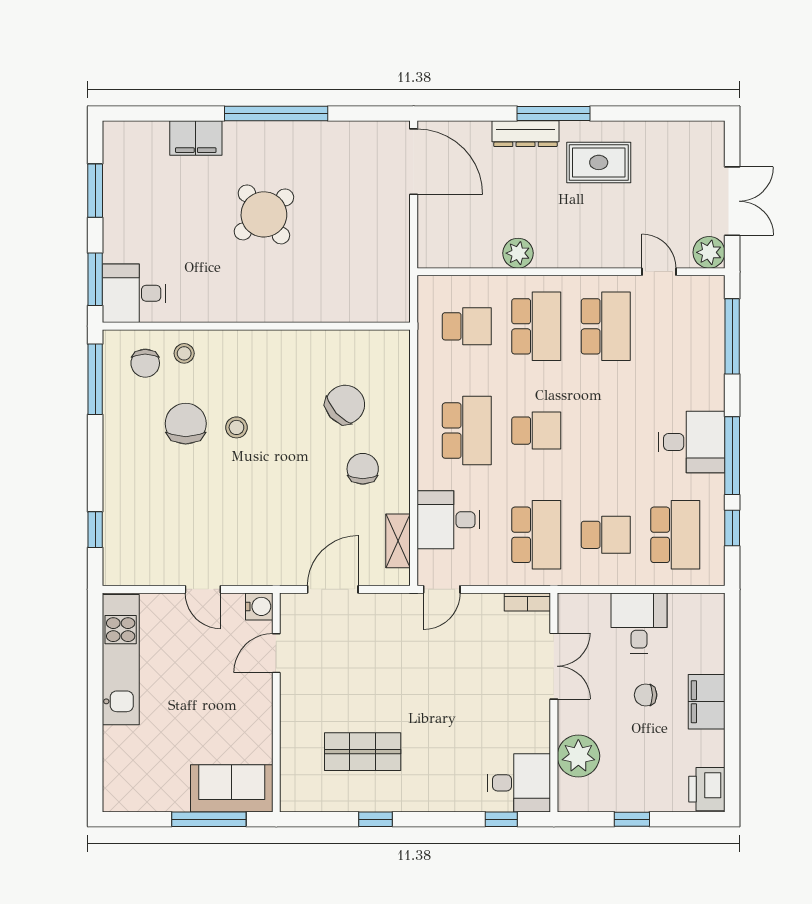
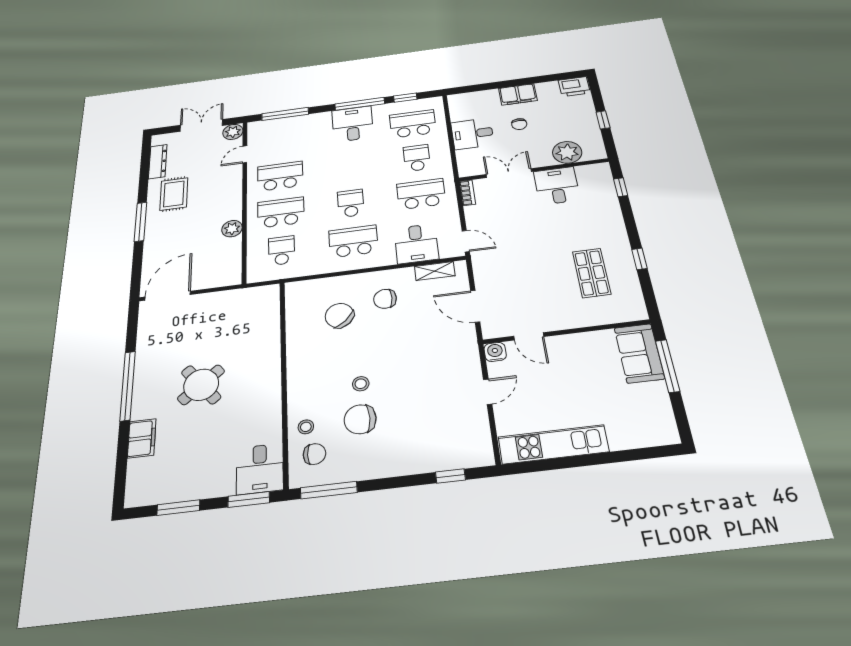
dresser: (525, 134) -> (158, 162), moved
desk: (519, 783) -> (557, 186), moved

